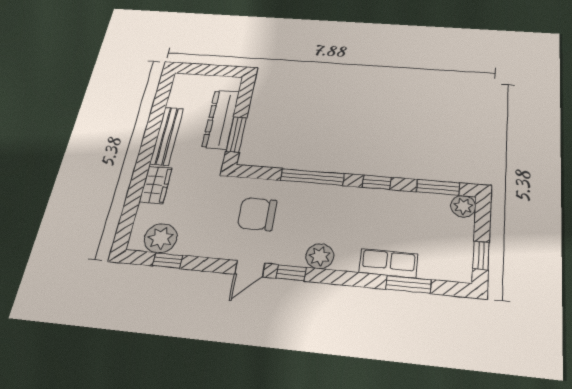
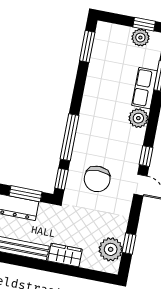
window: (377, 182) -> (61, 179), moved
plant: (463, 206) -> (140, 38), moved
plant: (320, 256) -> (138, 118), moved

